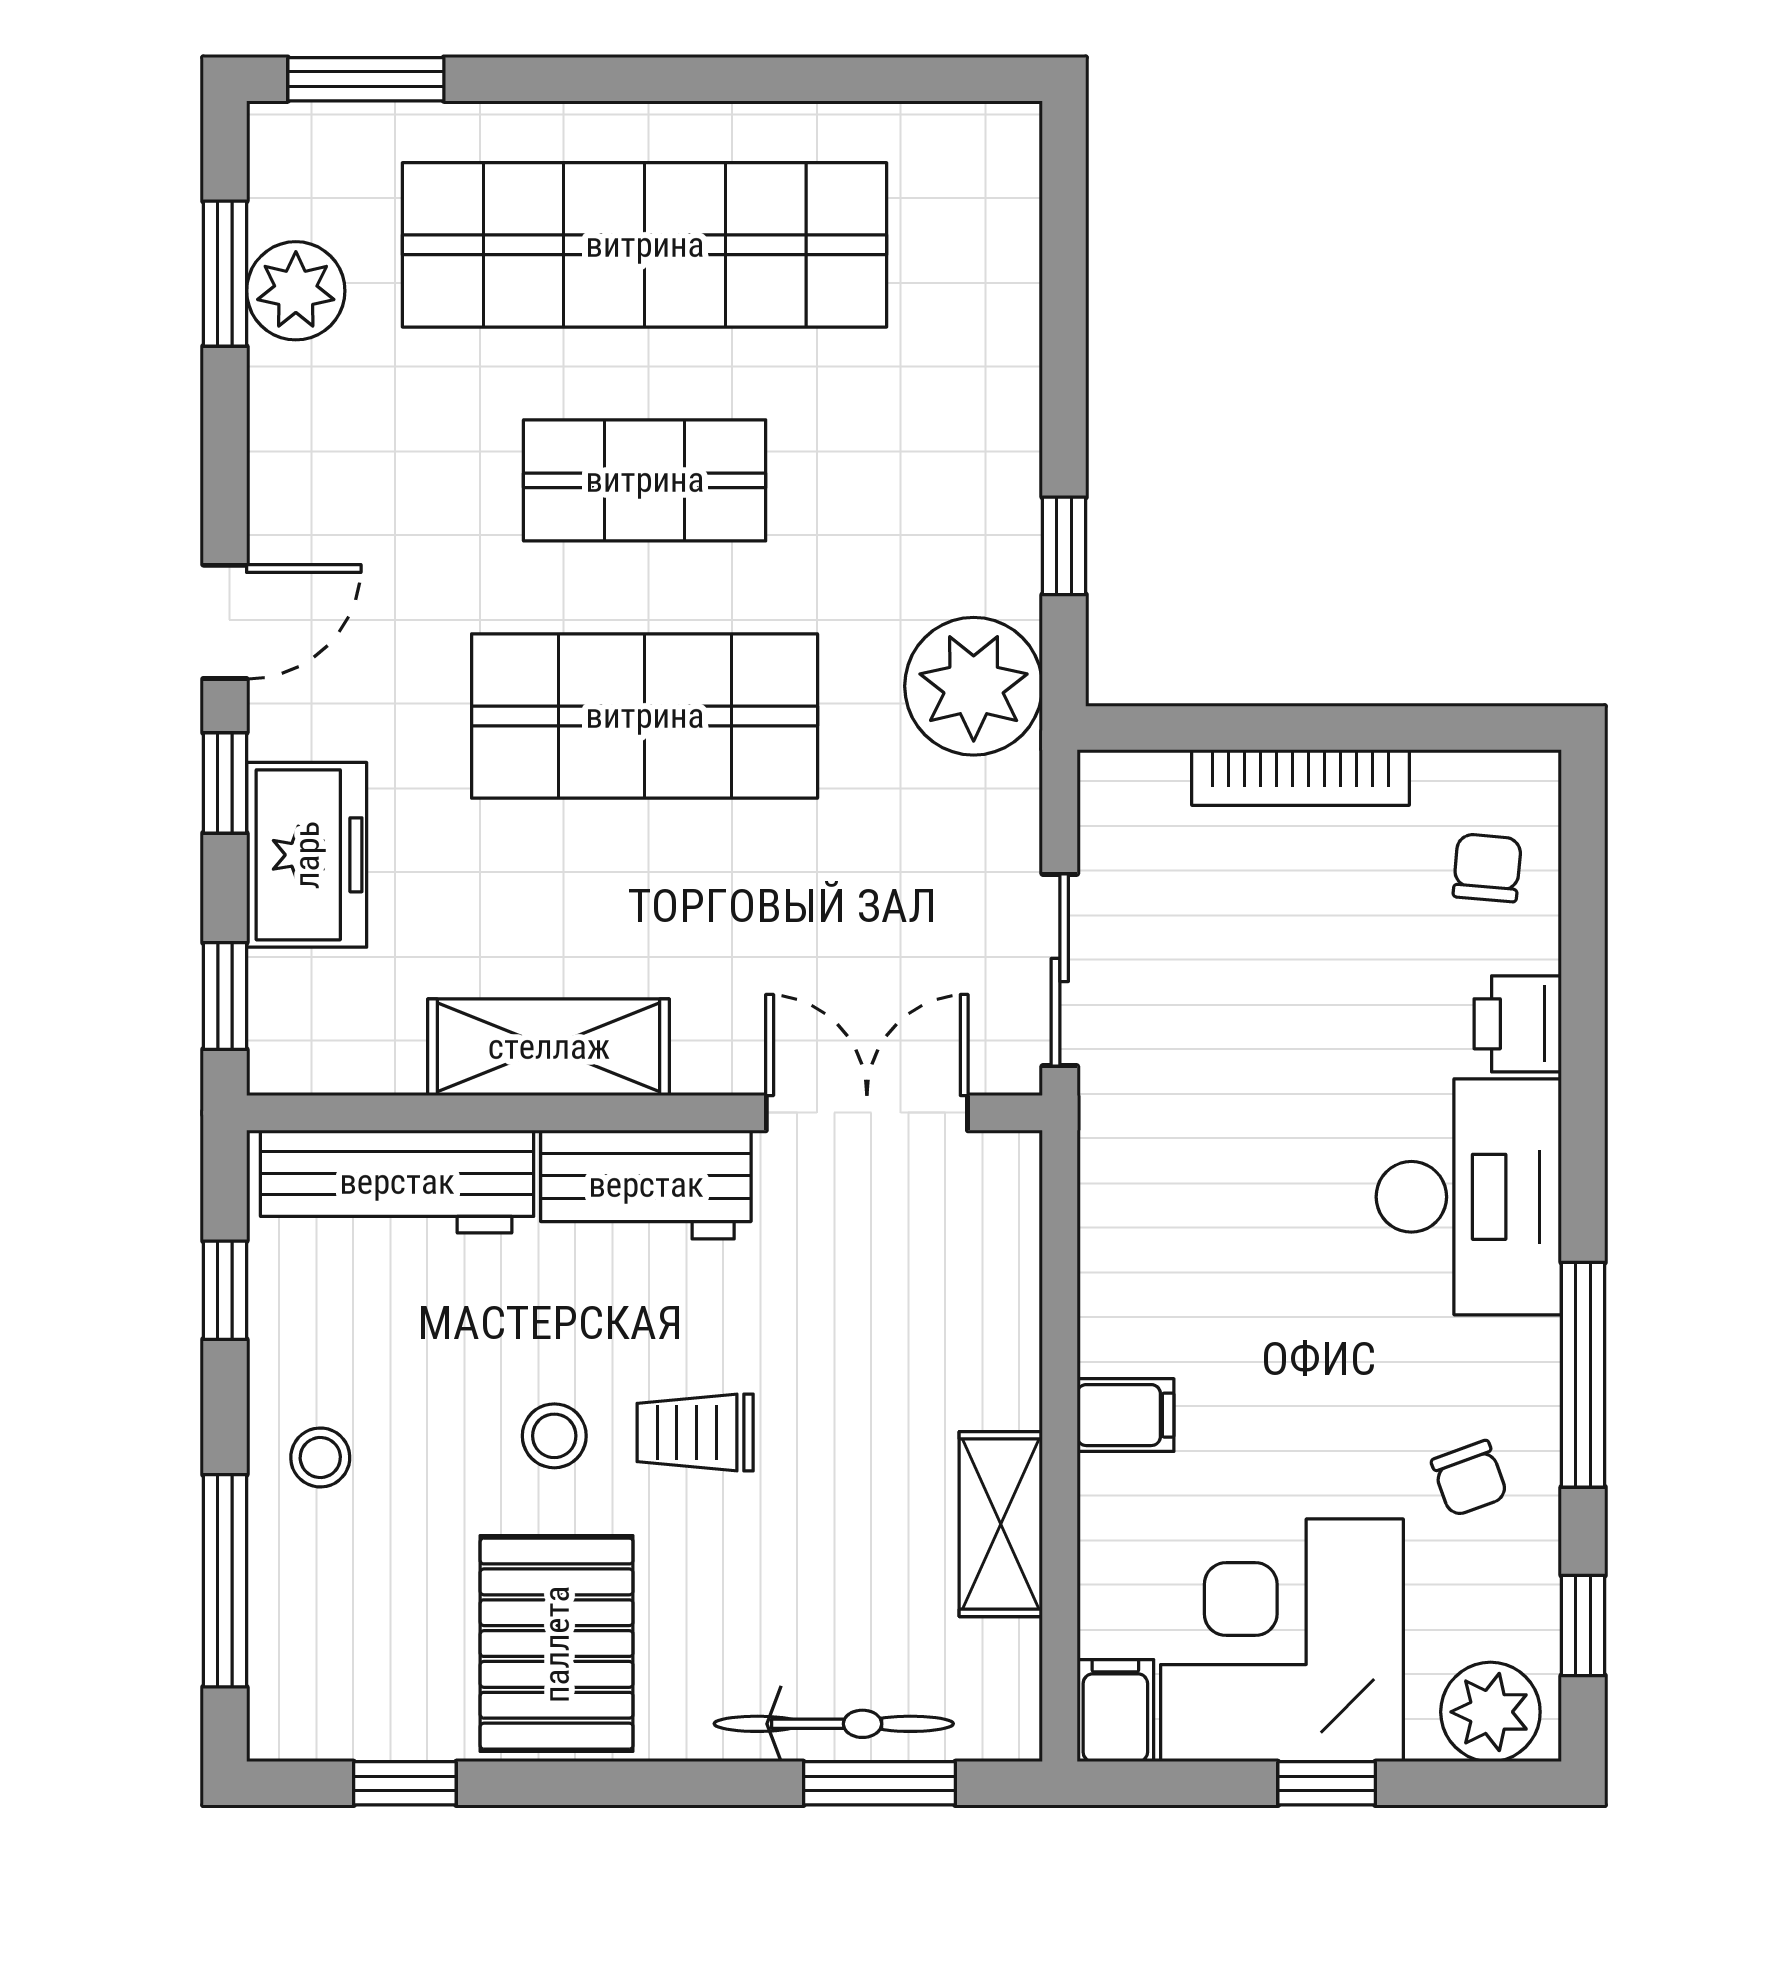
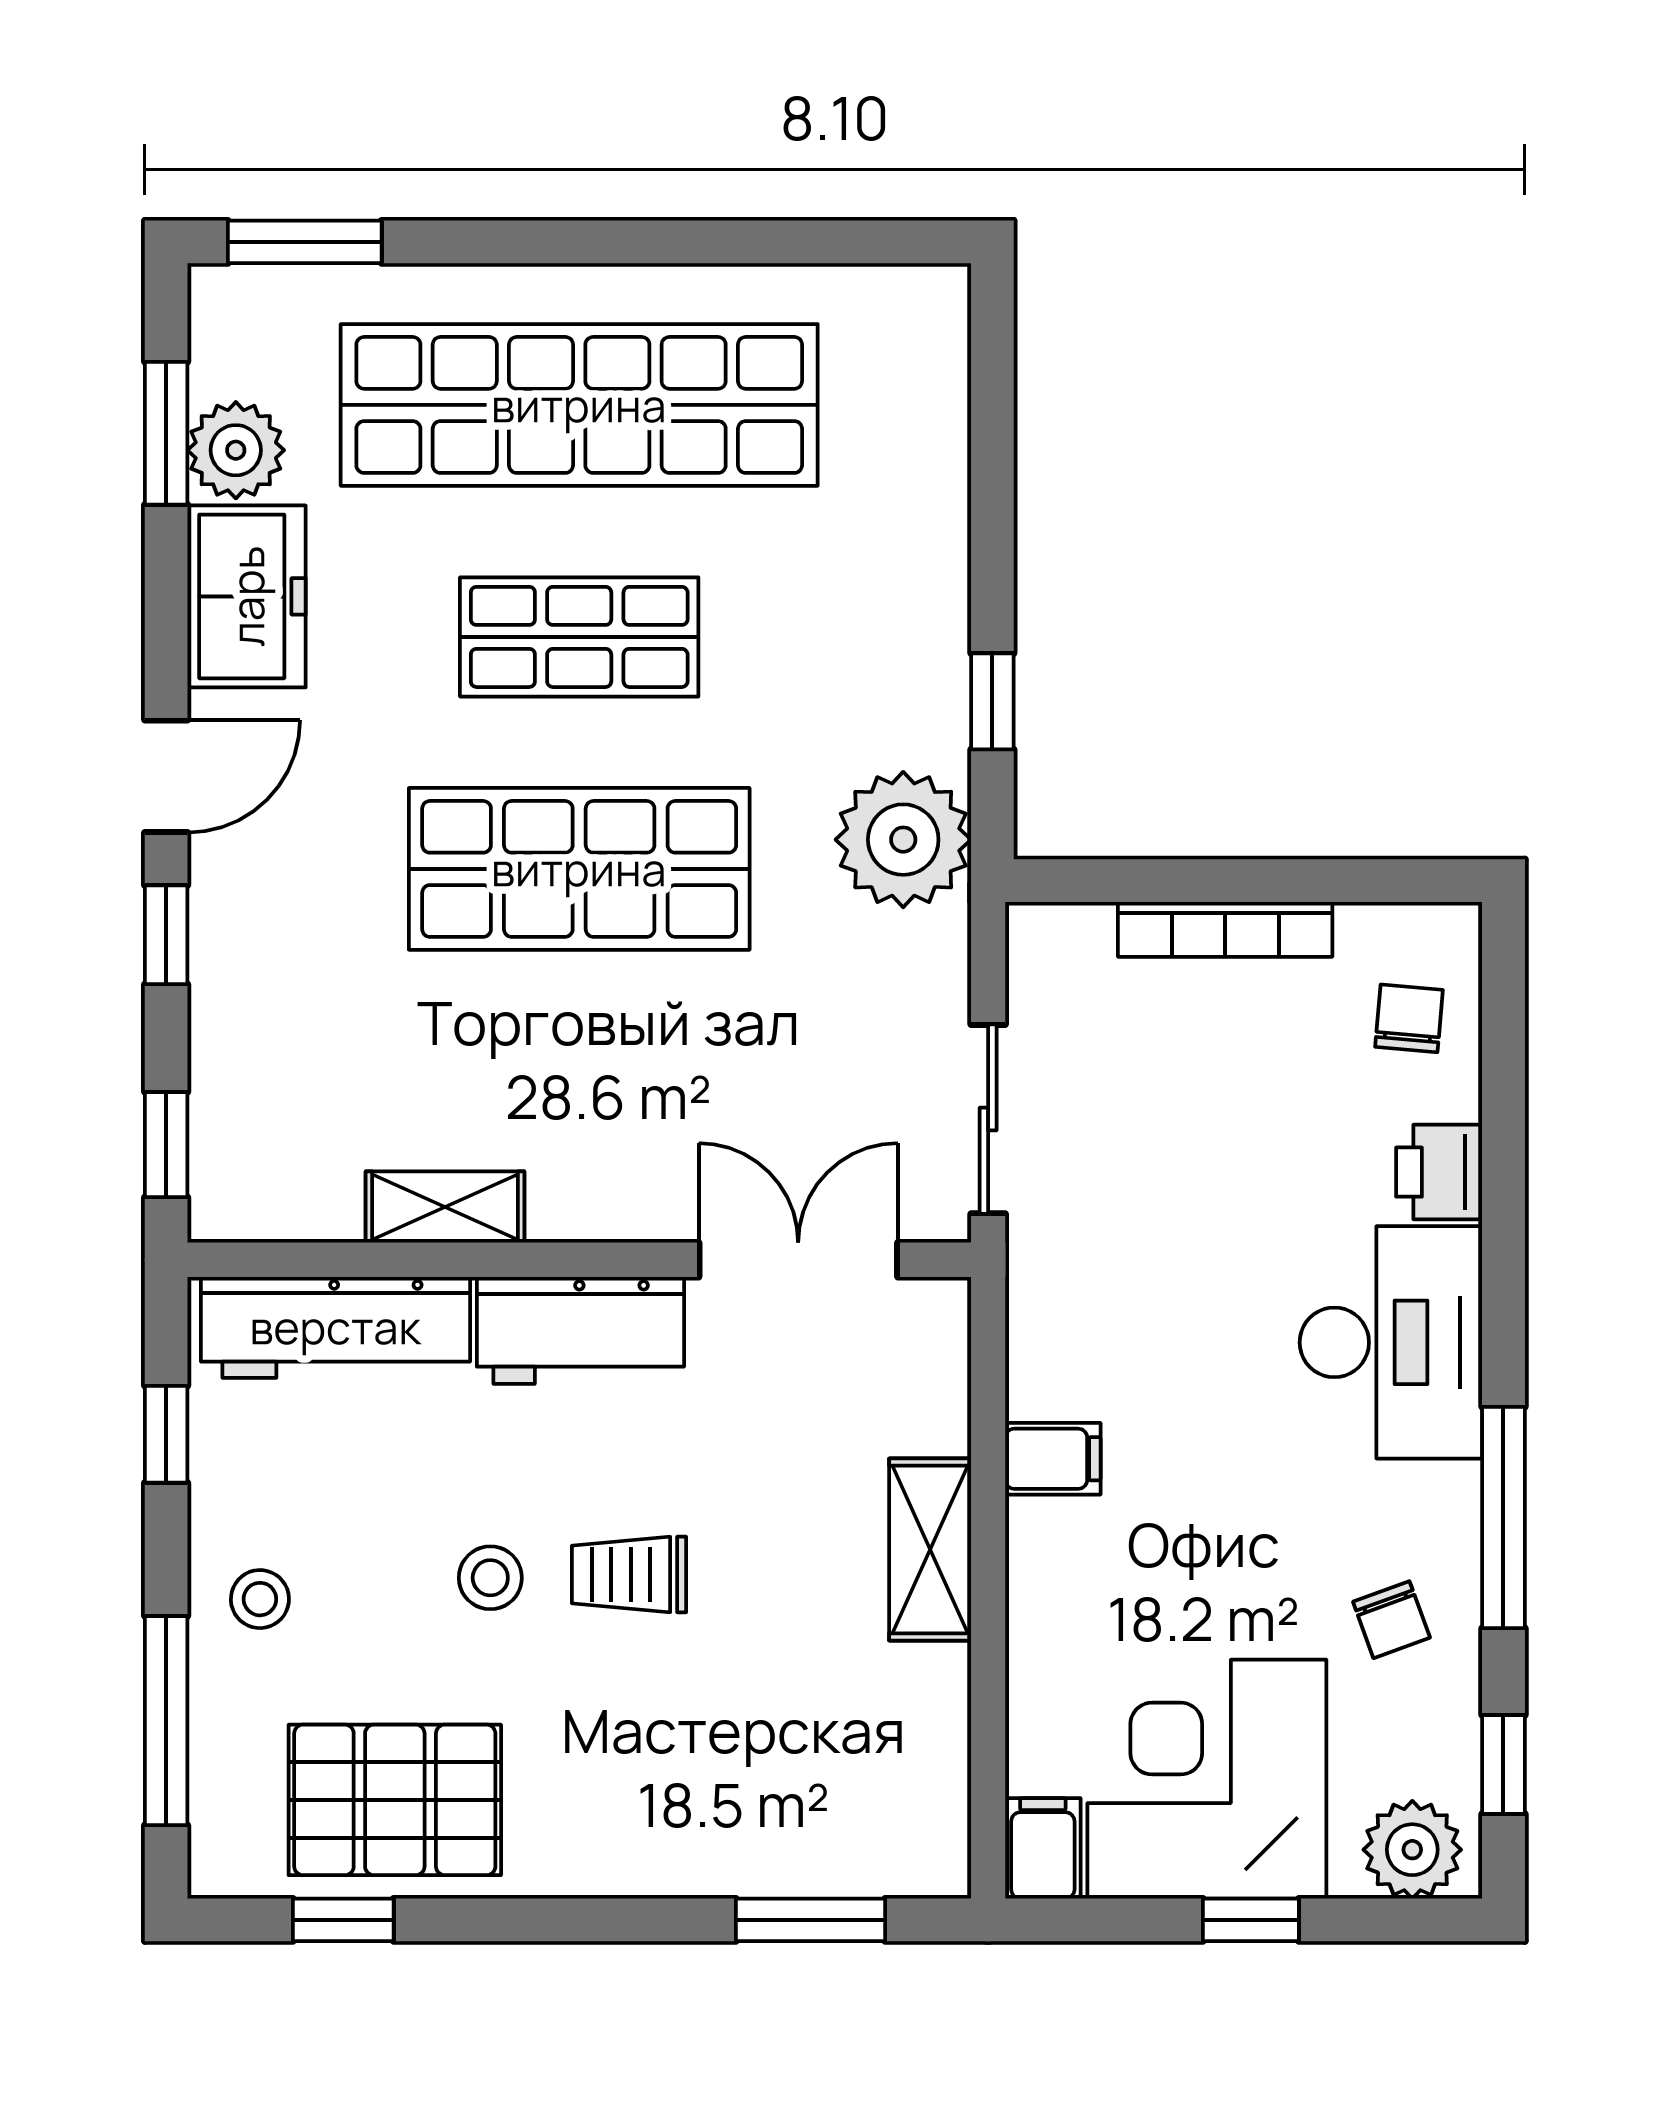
freezer: (307, 855) -> (247, 596), moved
shelving: (549, 1047) -> (445, 1207), width x0.67, depth x0.75
filing cabinet: (1126, 1415) -> (1053, 1459), moved
shelving: (1001, 1524) -> (930, 1550), moved
pallet: (557, 1644) -> (395, 1800), moved, turned 90
bicycle: (834, 1724) -> (766, 1861), removed

